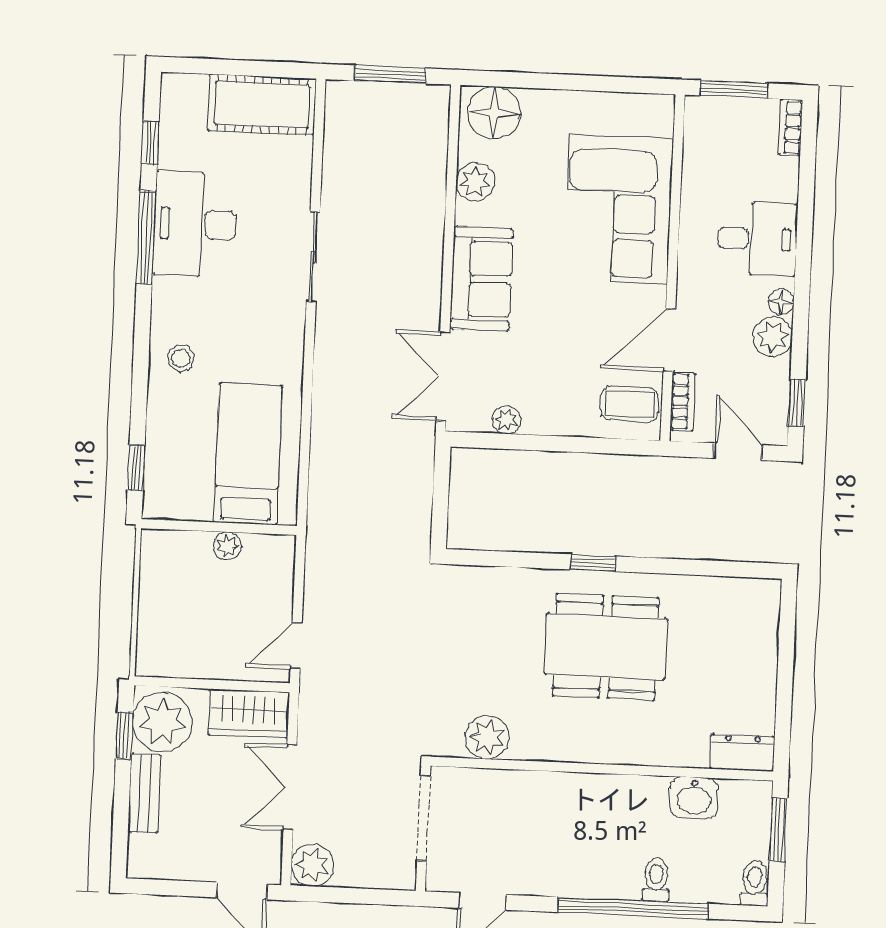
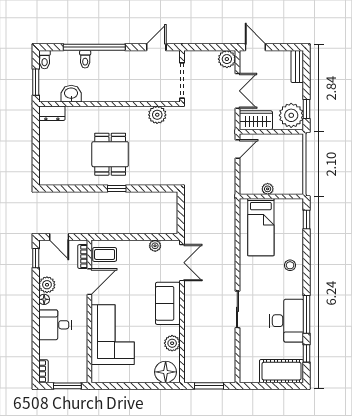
cot: (262, 105) -> (282, 371), moved
dining table: (606, 647) -> (110, 154), width x0.73
bench: (144, 793) -> (297, 66), moved

